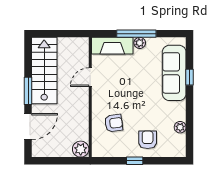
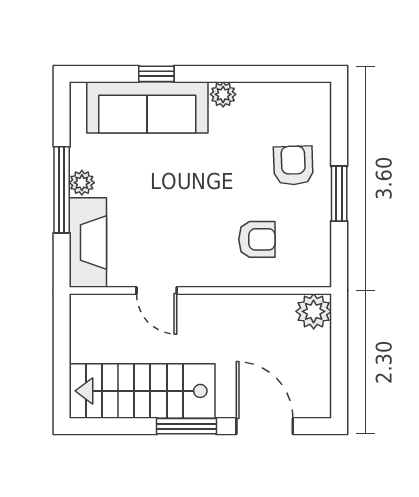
armchair: (114, 123) -> (257, 239), turned 98
plant: (180, 127) -> (223, 94), moved
armchair: (148, 140) -> (293, 165), turned 88
window: (135, 161) -> (339, 194), width x1.50

